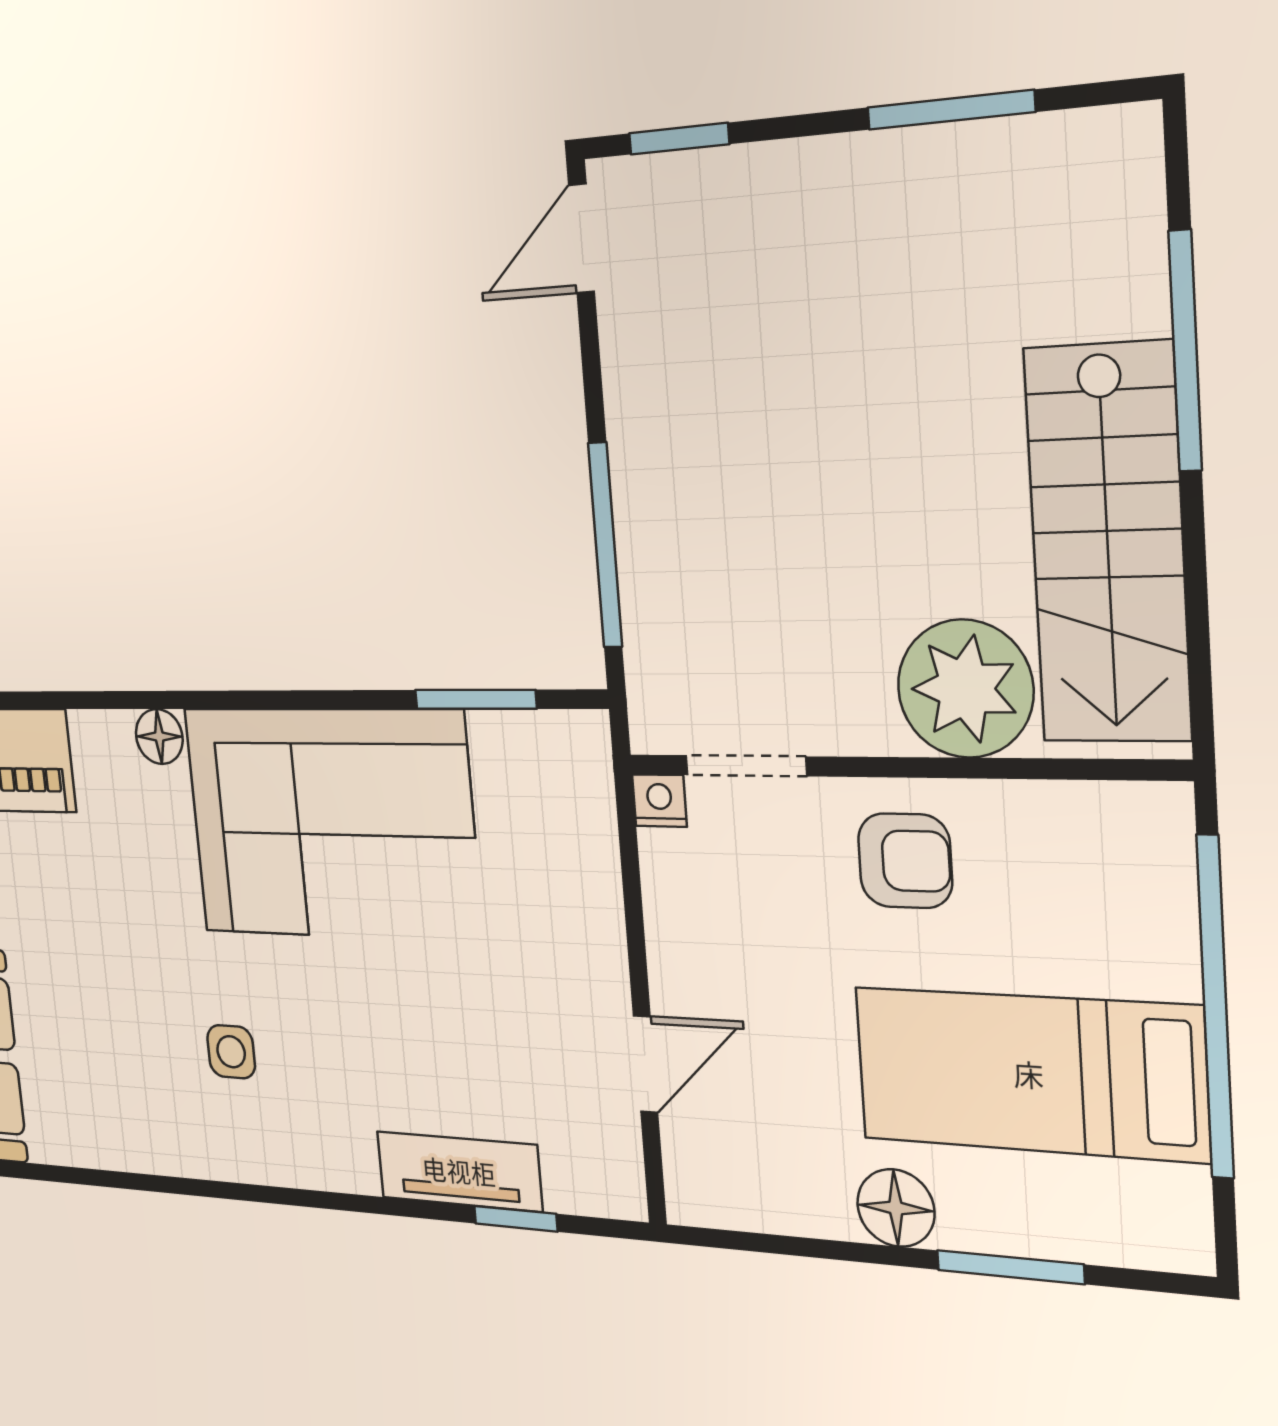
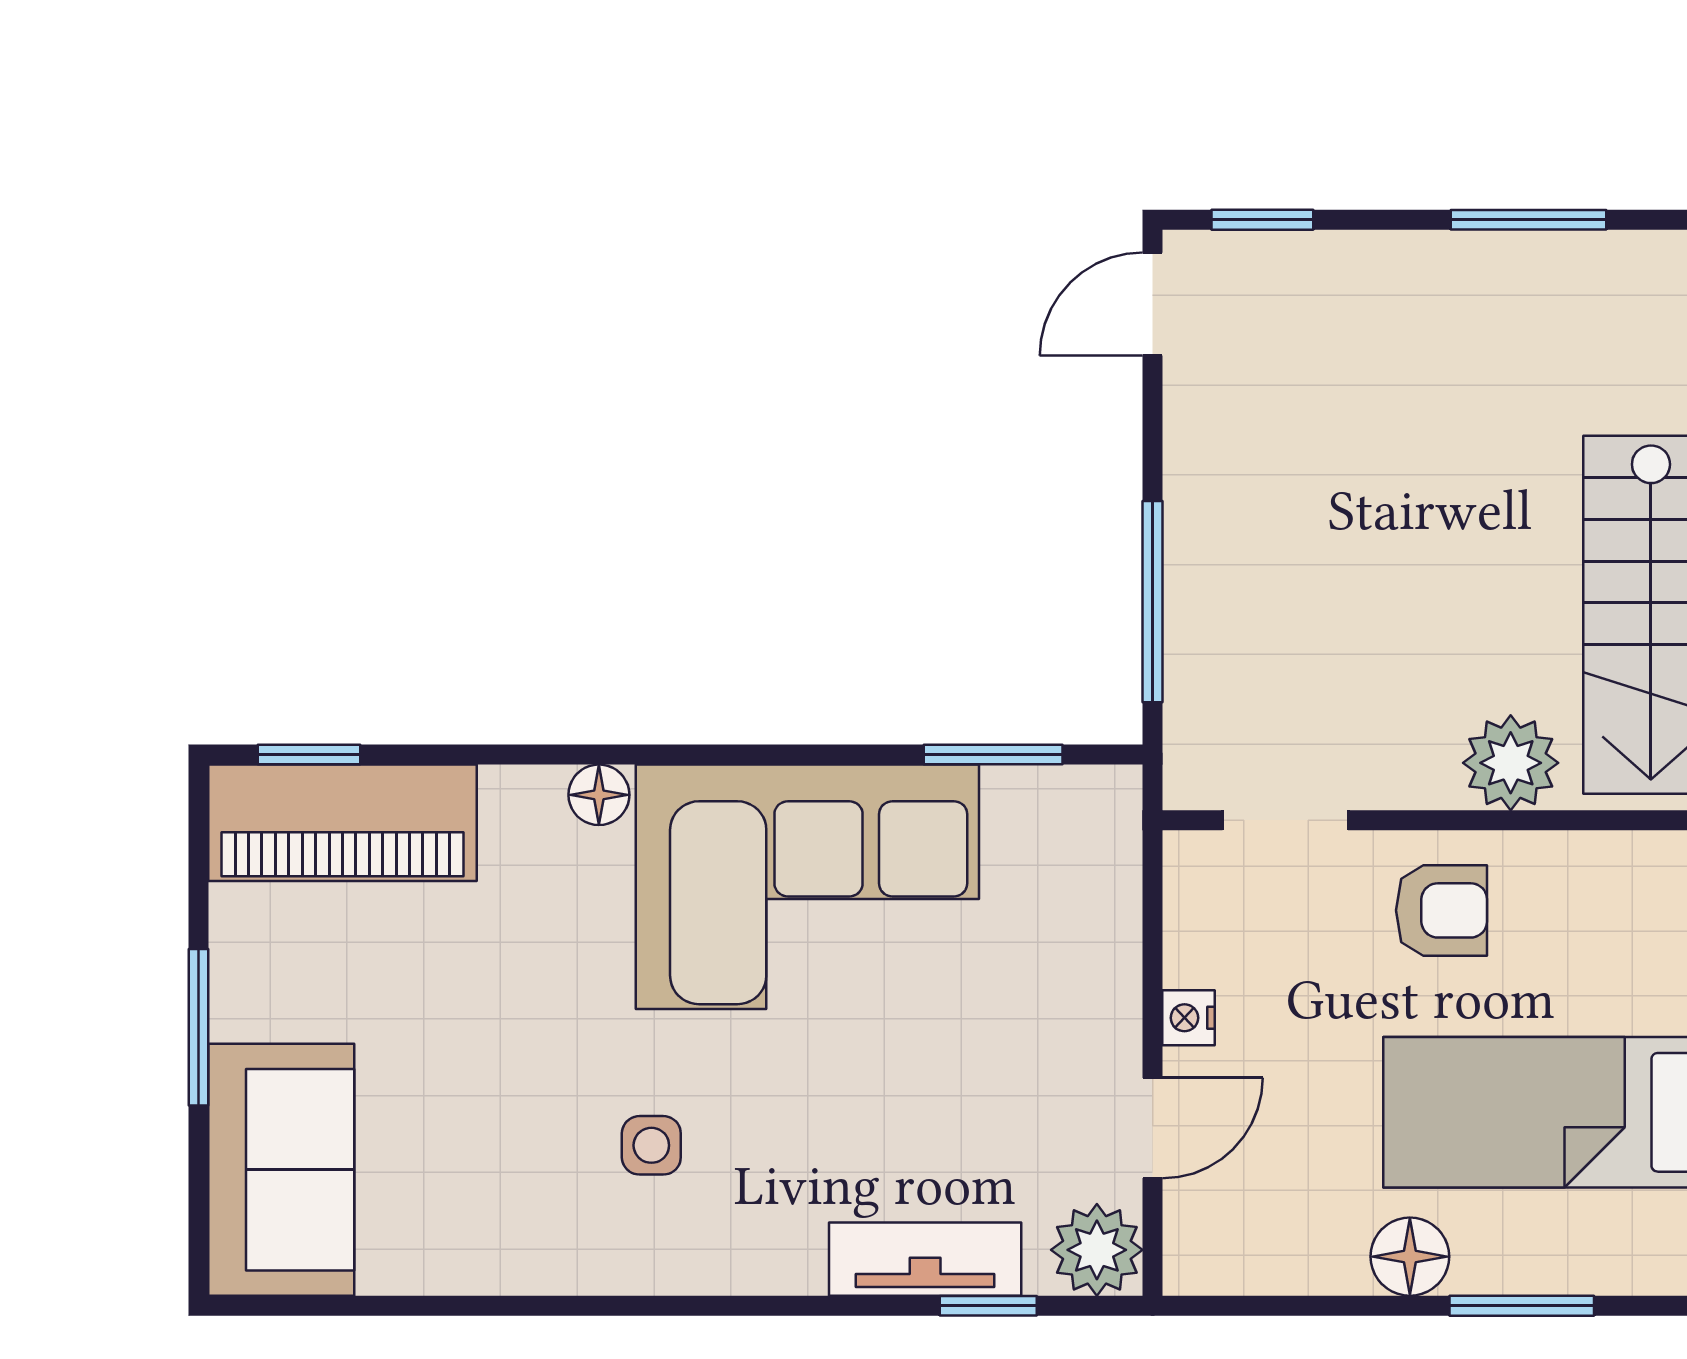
plant: (965, 689) -> (1511, 763), width x0.73, depth x0.73
nightstand: (659, 801) -> (1189, 1018), moved, turned -90
plant: (605, 1176) -> (1097, 1250), added

